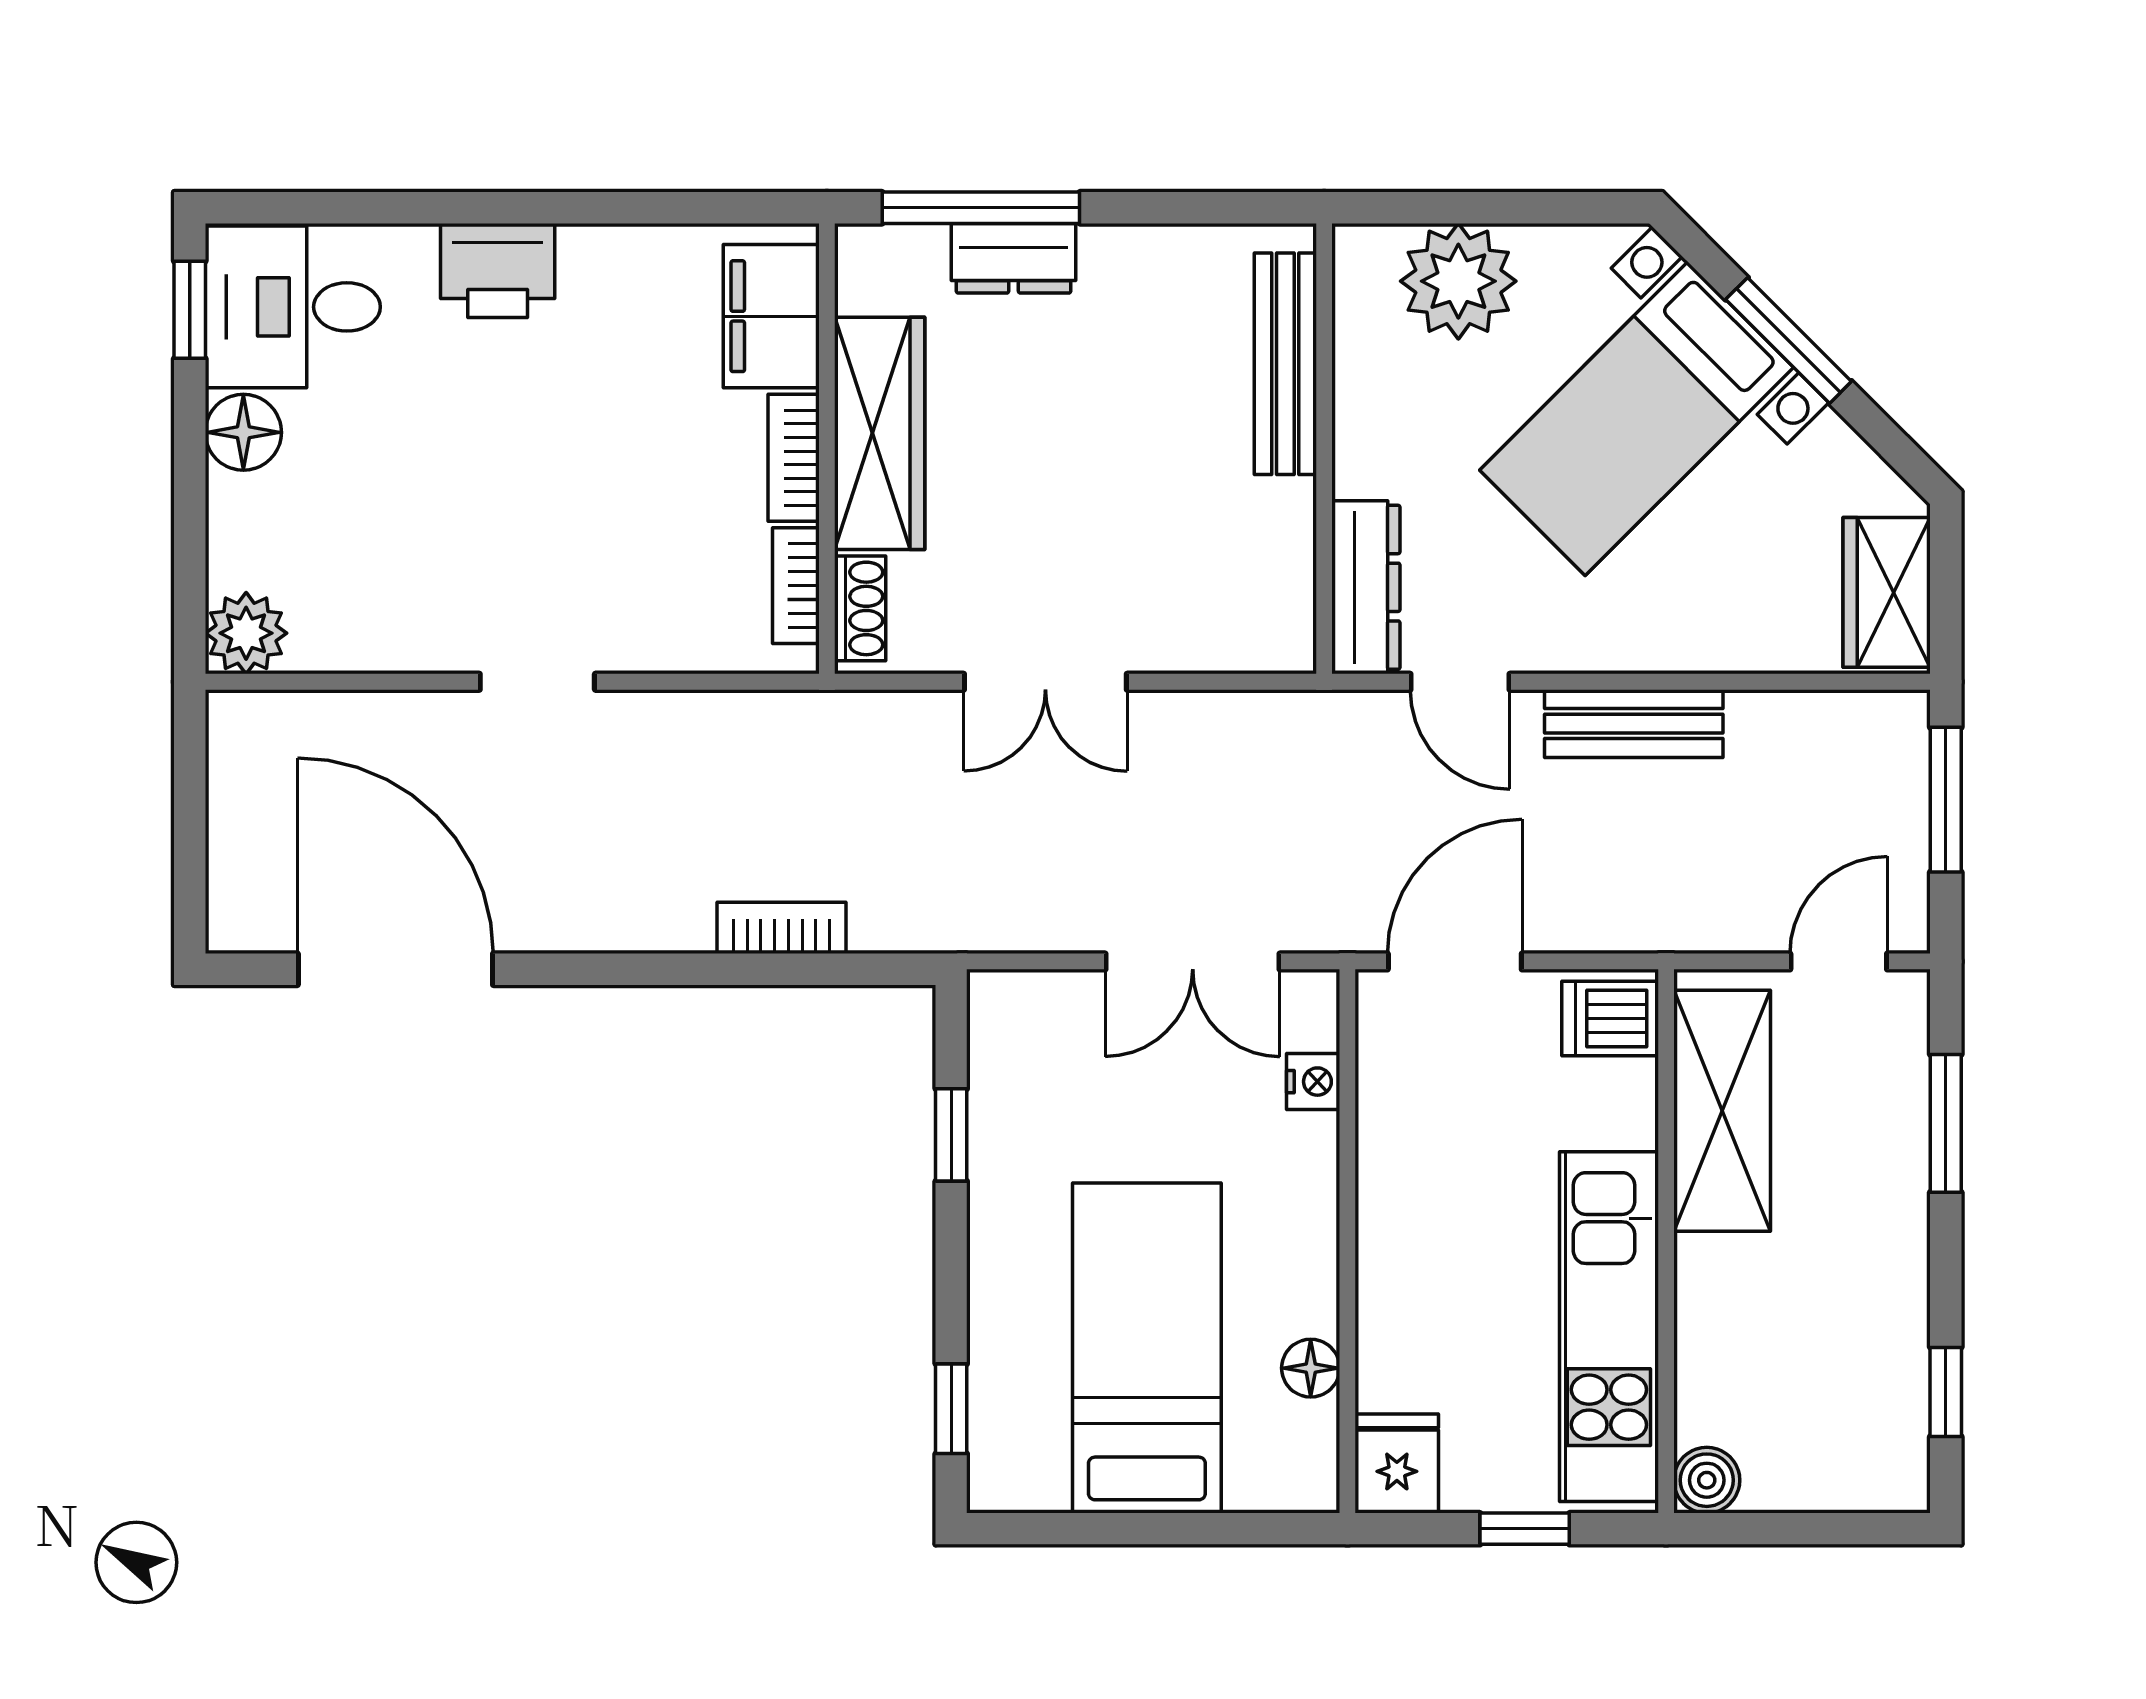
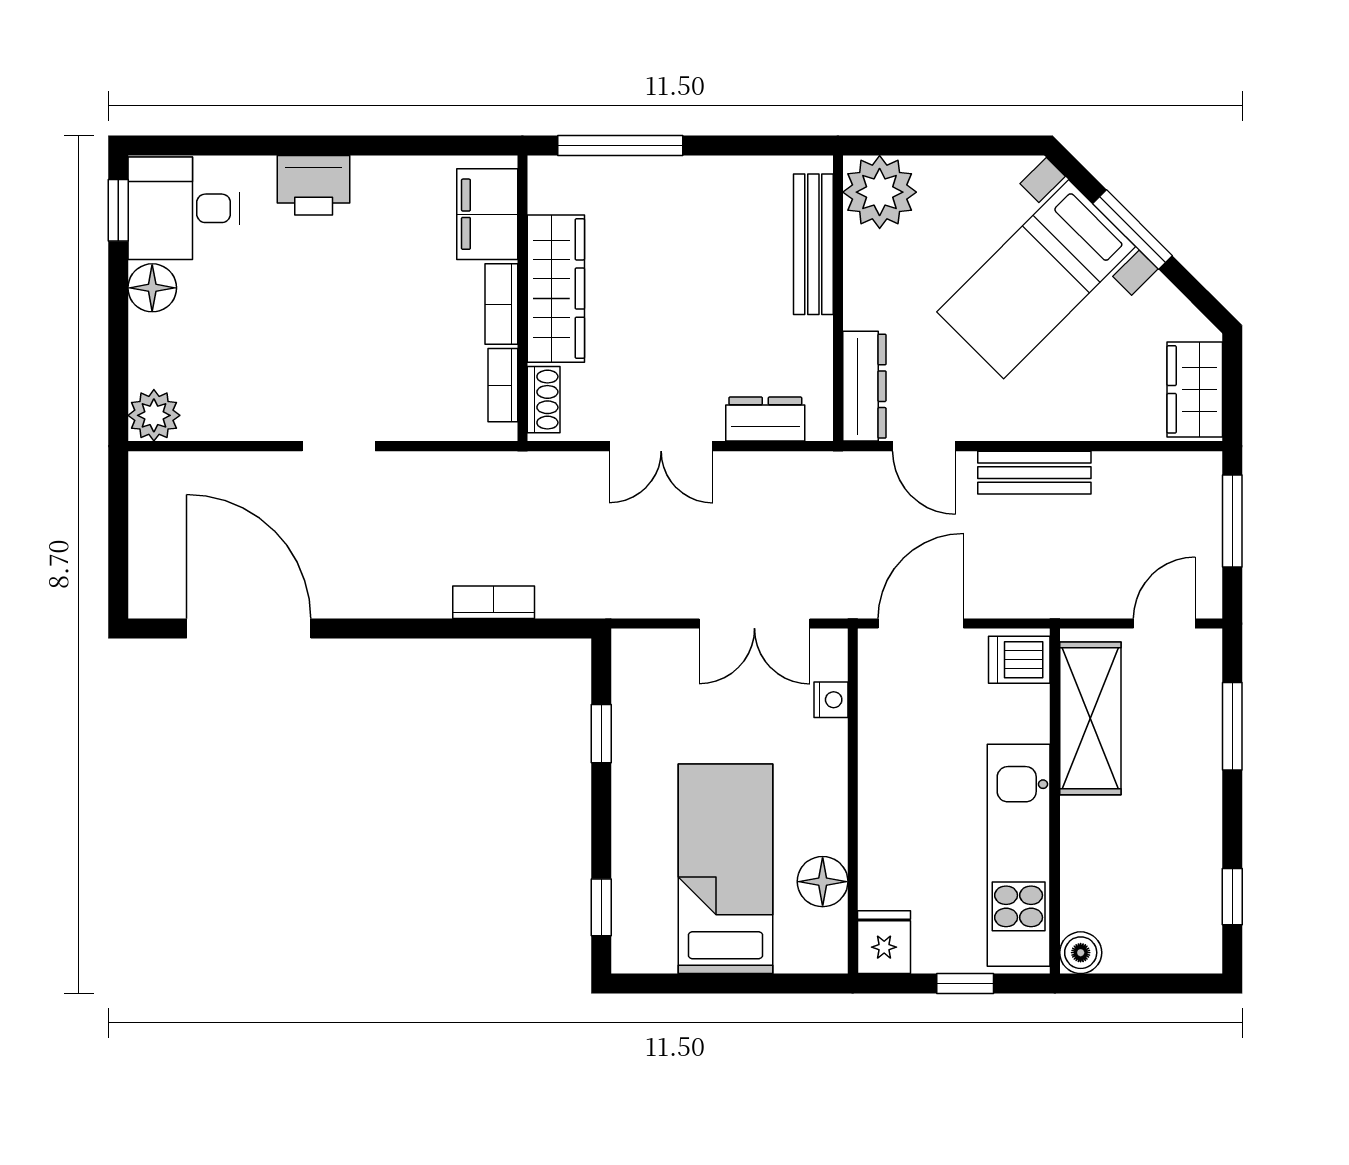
dresser: (1014, 258) -> (765, 419), moved, turned 180
plant: (1458, 281) -> (880, 192), moved
floor lamp: (1311, 1368) -> (823, 882), width x1.37, depth x1.37

